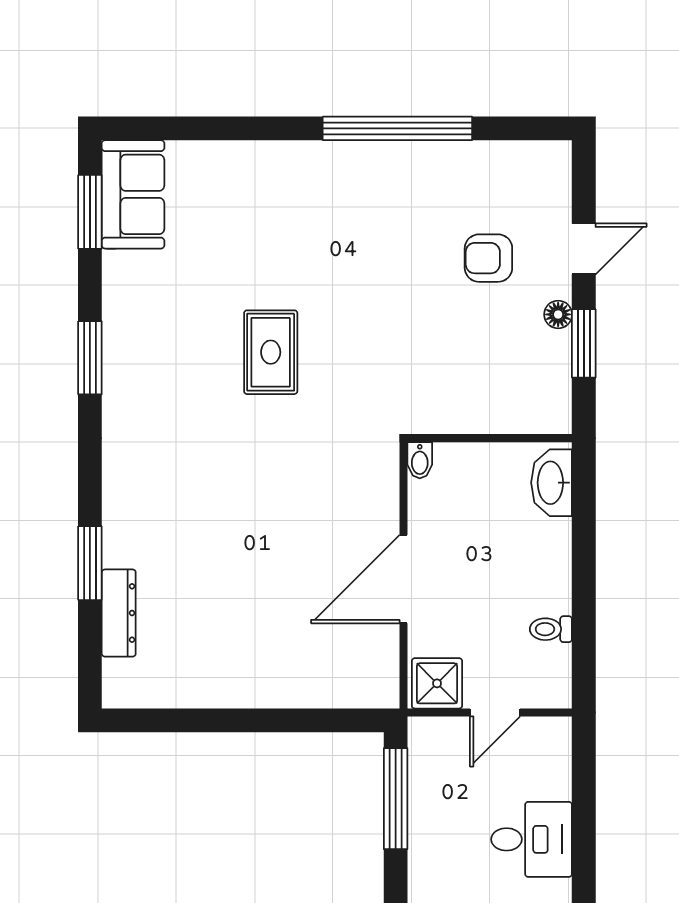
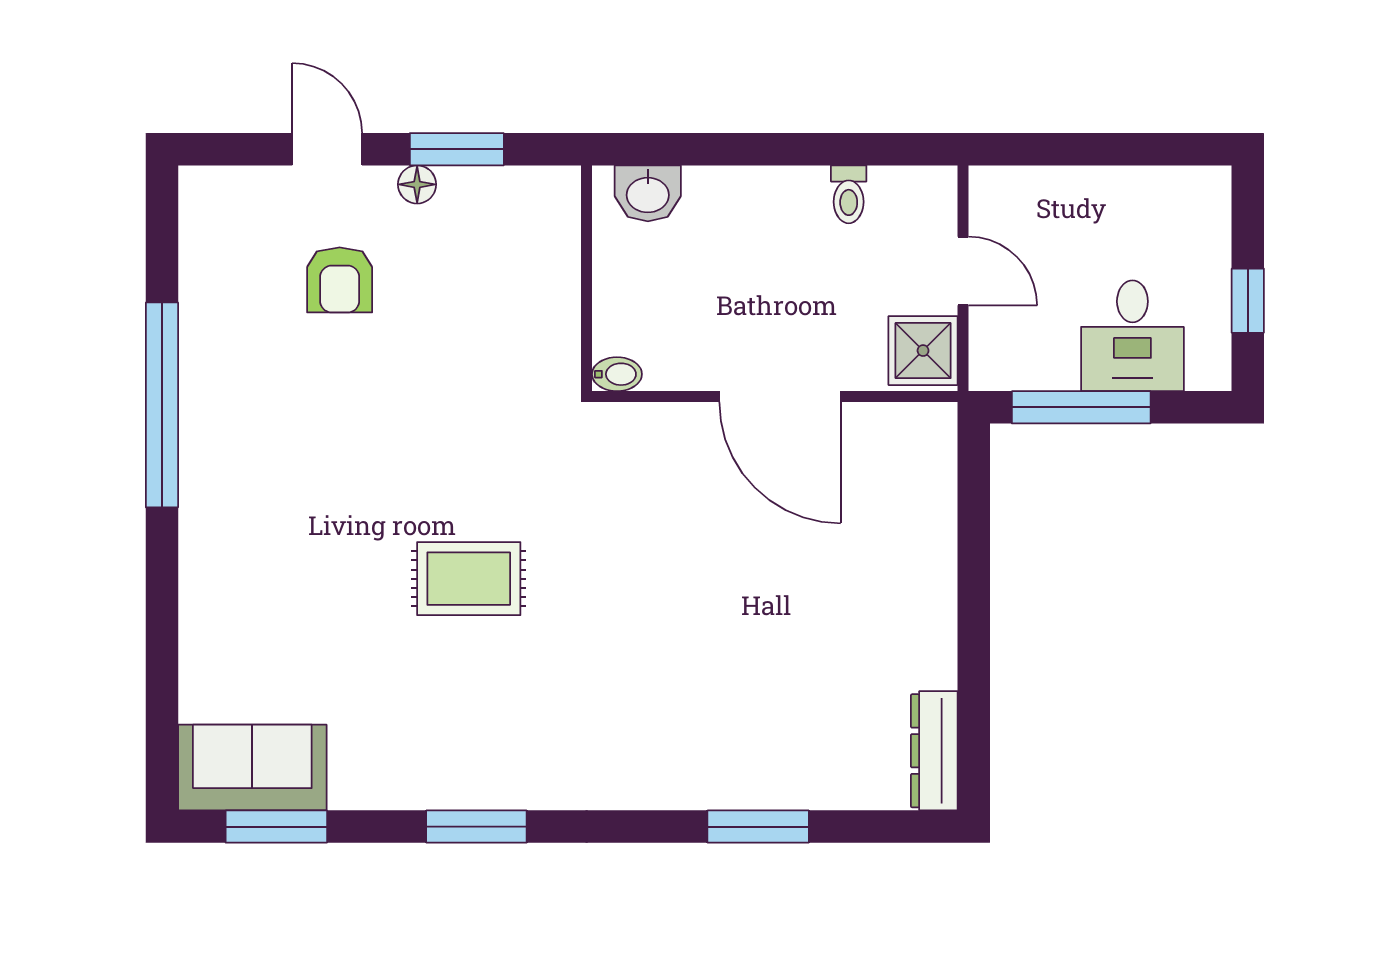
washbasin: (552, 483) -> (648, 193), width x0.72
dresser: (119, 613) -> (934, 751), moved, turned -90
desk: (532, 839) -> (1132, 336), moved, turned 180

